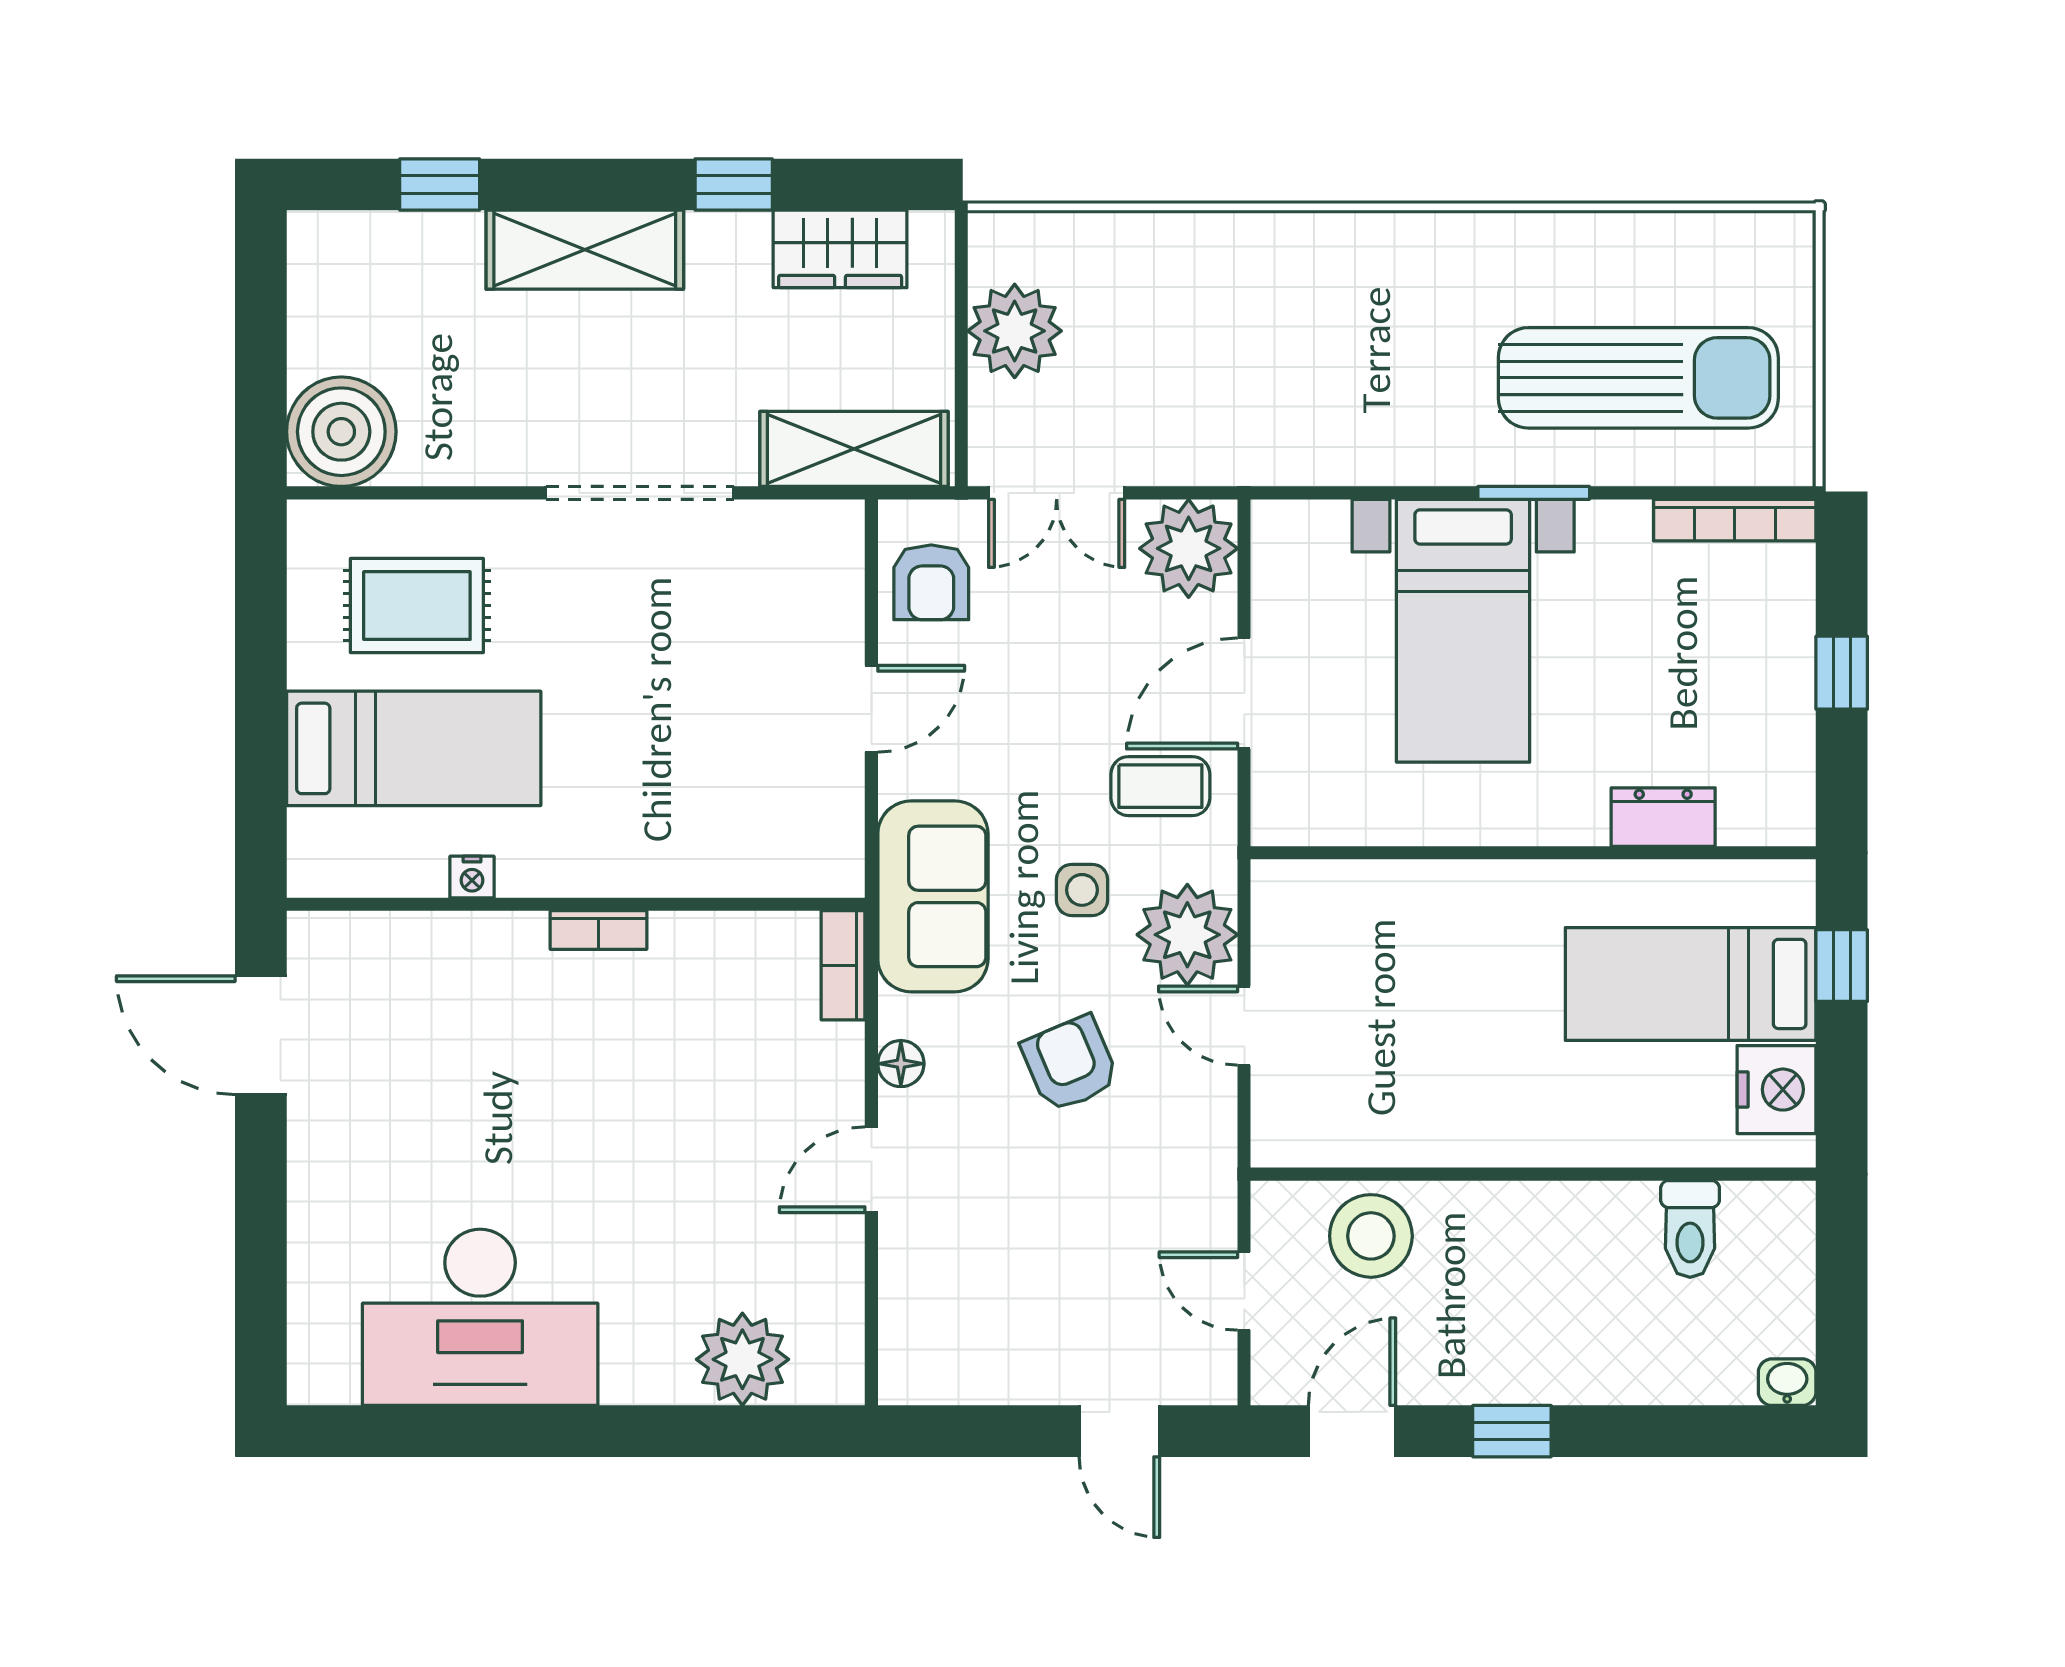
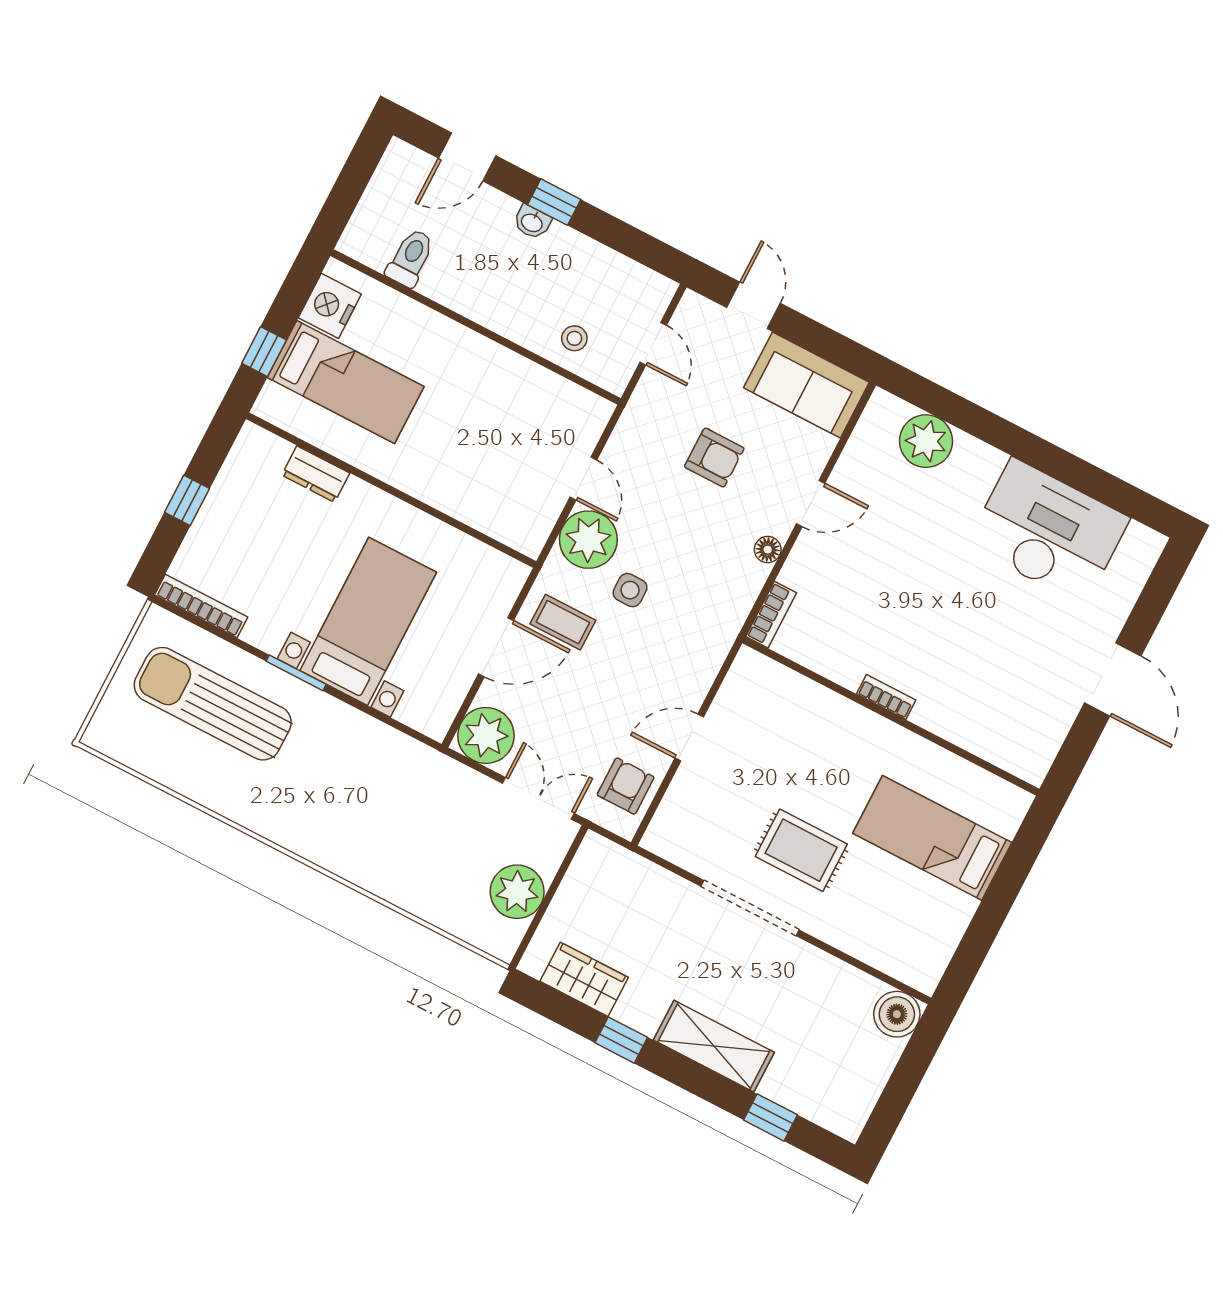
boiler: (341, 432) -> (897, 1014), width x0.73, depth x0.73
shelving: (854, 449) -> (630, 874), removed
rug: (417, 606) -> (801, 850), moved
nightstand: (472, 877) -> (936, 757), removed
sofa: (933, 896) -> (806, 385), moved, turned -90
door: (261, 1035) -> (1113, 679), moved
armchair: (1070, 1064) -> (714, 458), moved, turned -67
stool: (1371, 1236) -> (574, 338), width x0.53, depth x0.53
washbasin: (1787, 1382) -> (532, 222), moved
door: (1352, 1431) -> (467, 157), moved

